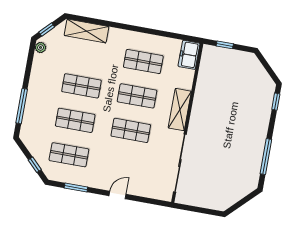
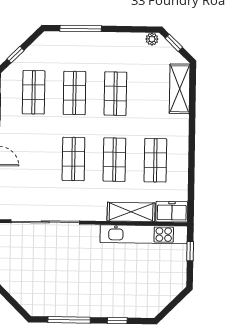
kitchen unit: (204, 82) -> (144, 234), added
window: (276, 102) -> (117, 321), moved
shelving: (180, 110) -> (131, 212), moved

